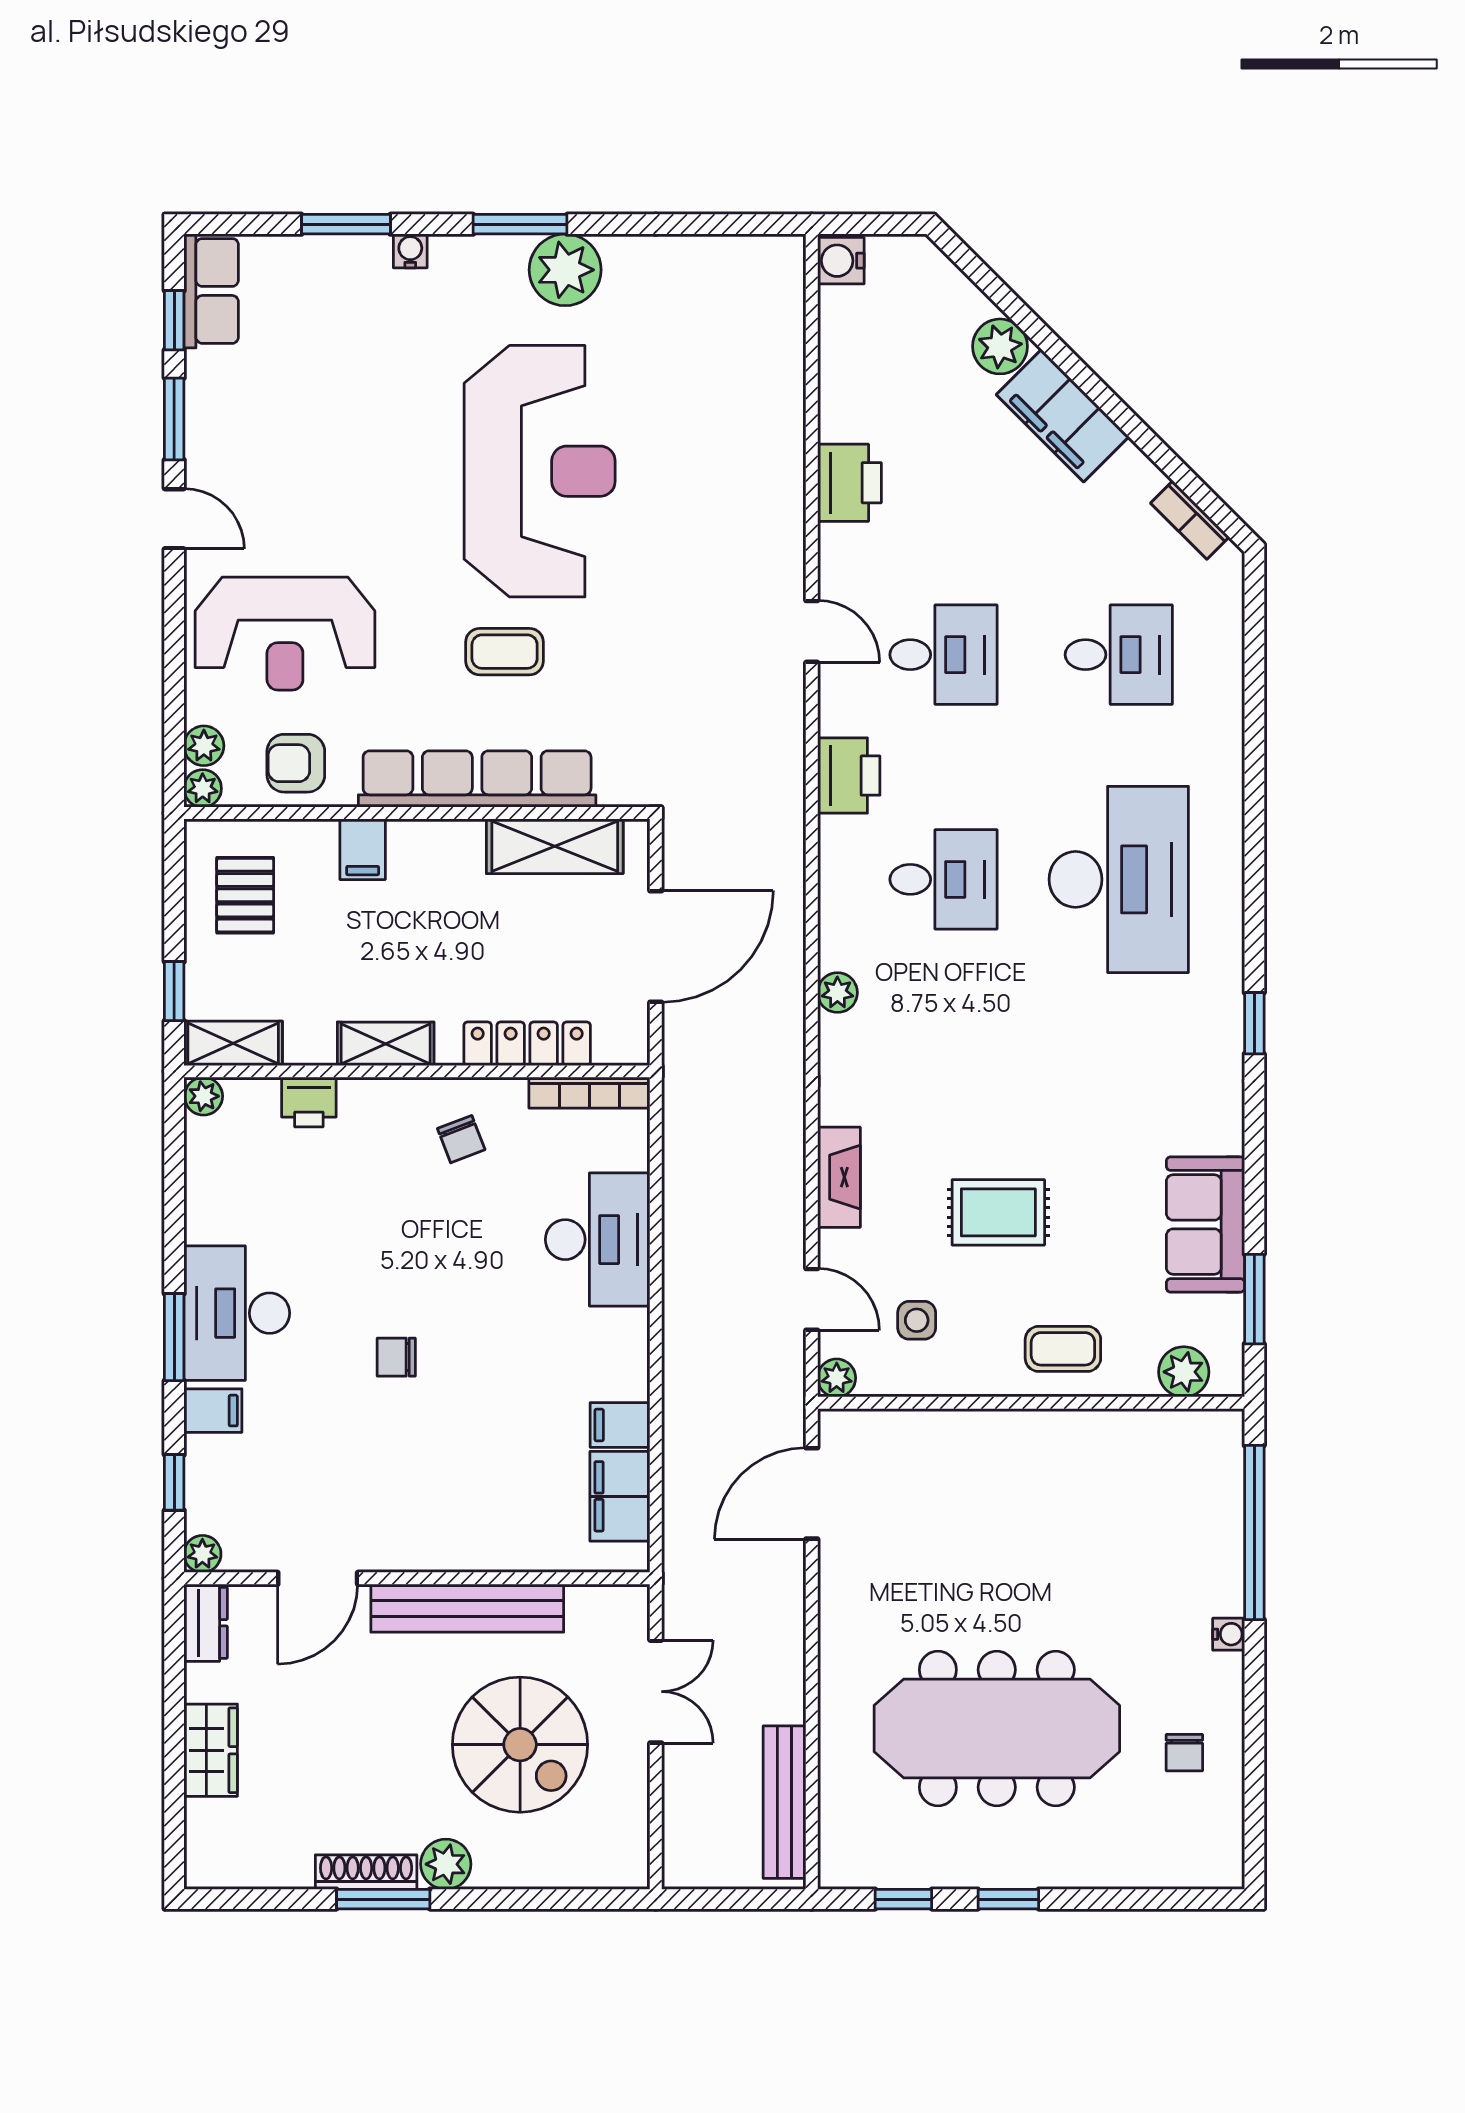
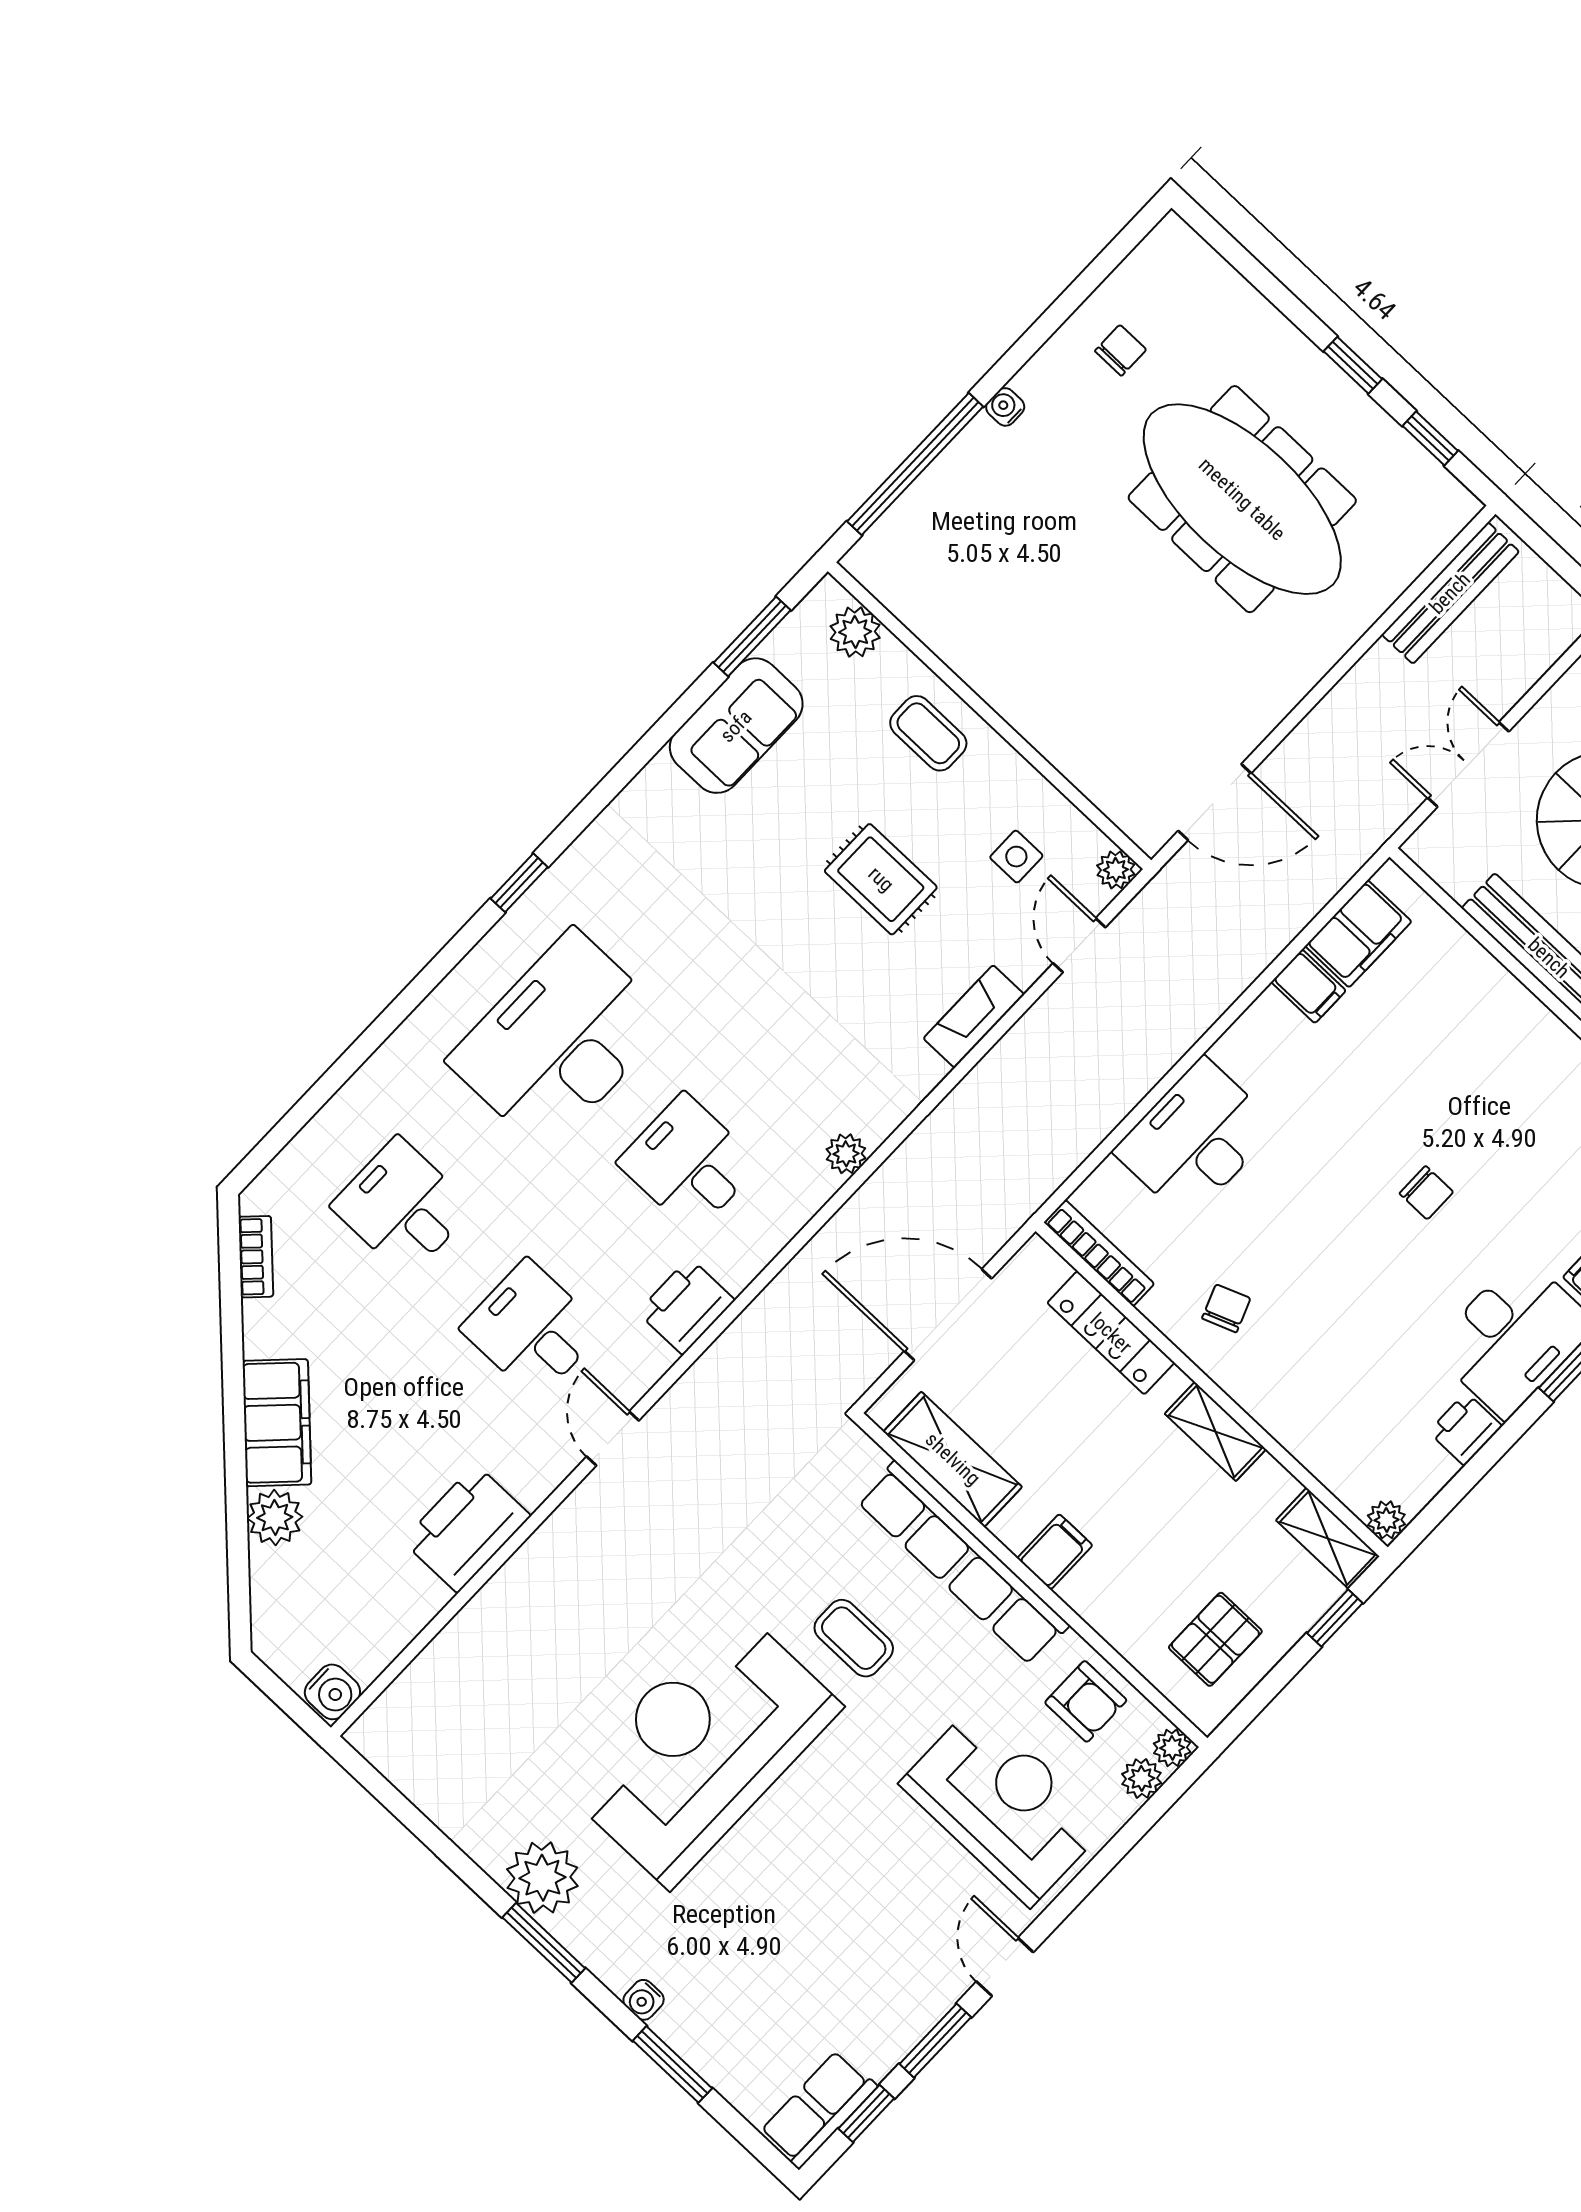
printer: (849, 483) -> (467, 1528), width x1.37, depth x1.19
filing cabinet: (363, 849) -> (1055, 1552), moved
window: (1254, 1023) -> (519, 883), moved
printer: (309, 1102) -> (1465, 1429), moved, turned -90

